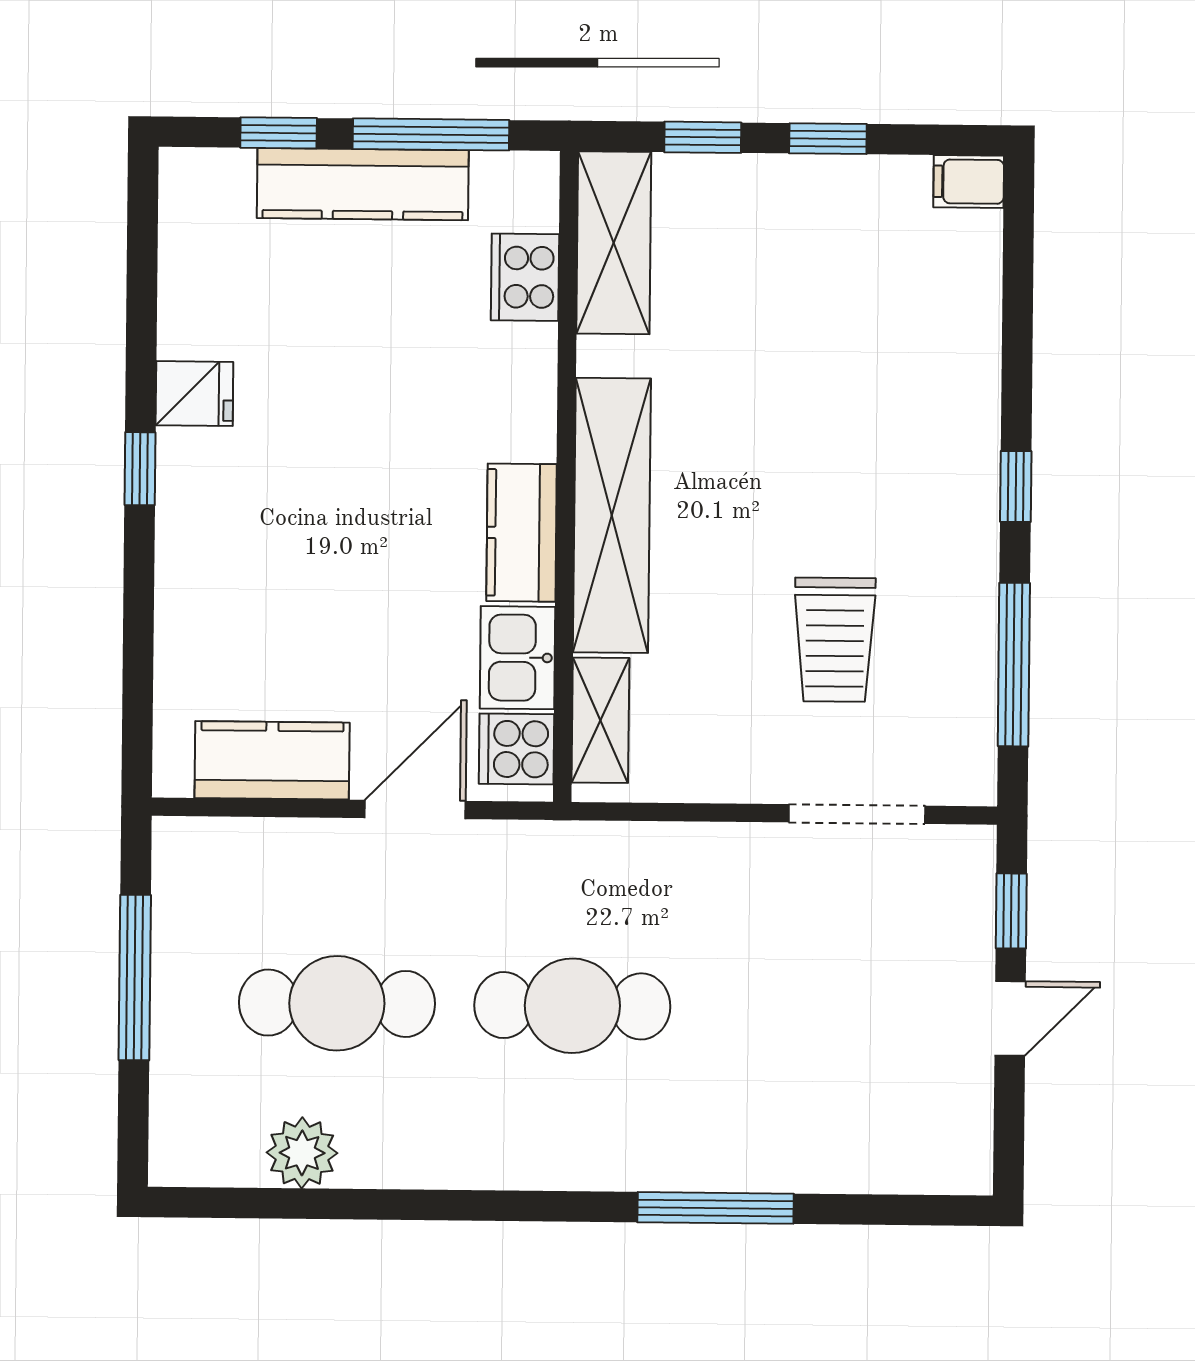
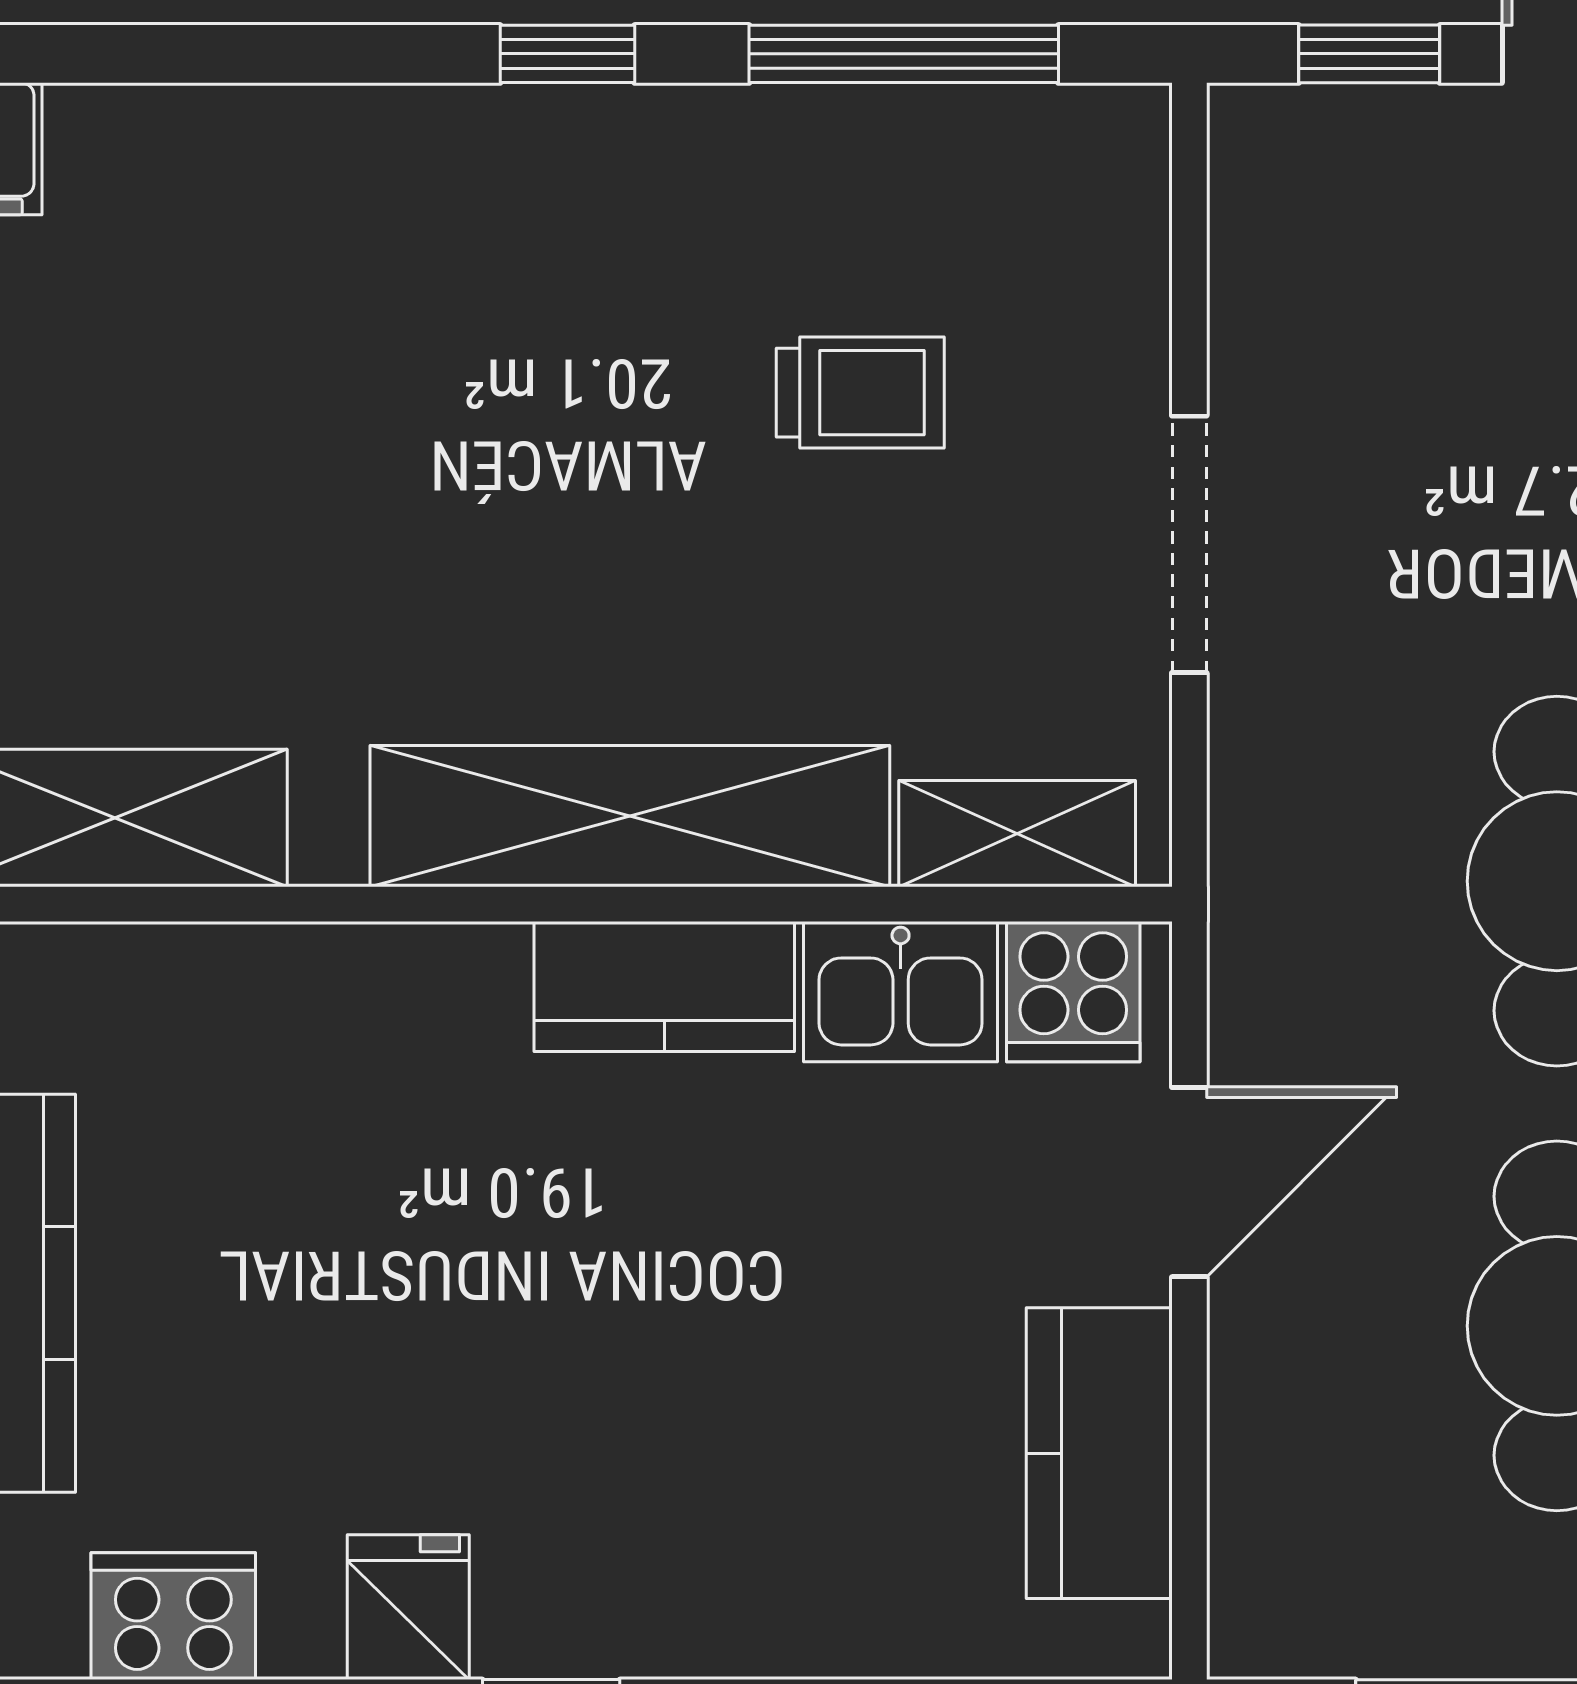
cooker: (525, 277) -> (173, 1616), moved, turned 180
trolley: (835, 640) -> (860, 393), width x0.73, depth x0.72
door: (415, 809) -> (1189, 1182), swing flipped
doorway: (857, 814) -> (1189, 544), moved

